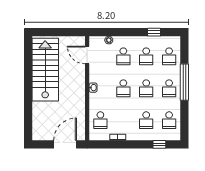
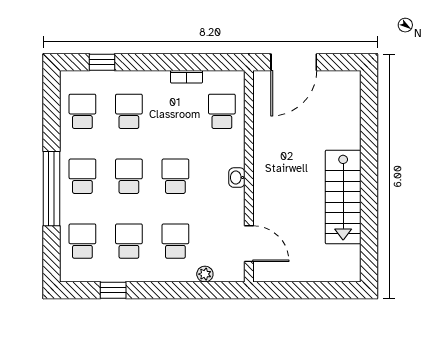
stairs: (45, 70) -> (343, 197), width x0.73, depth x0.66

